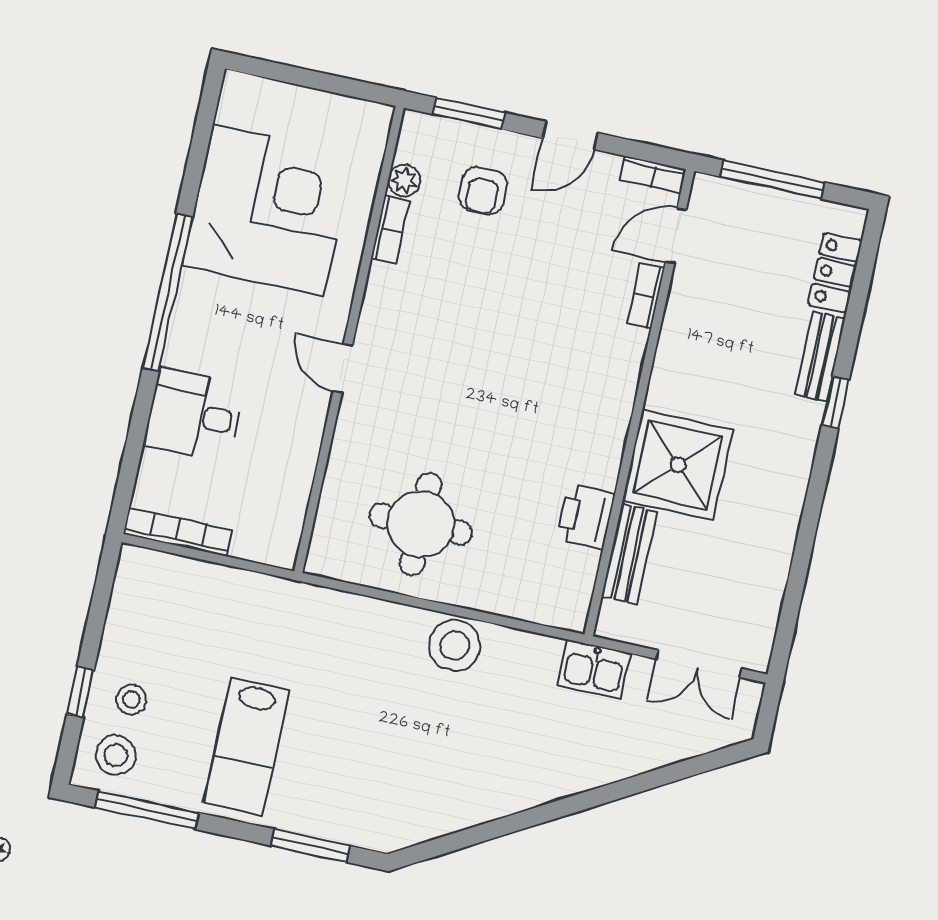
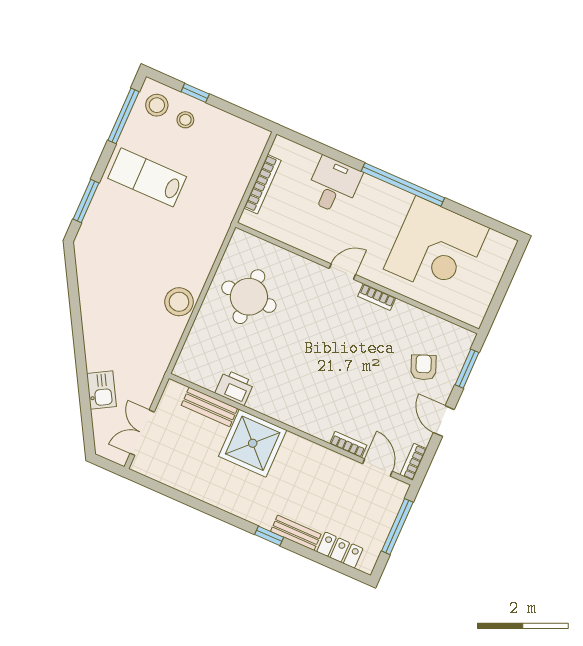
plant: (404, 180) -> (438, 326), removed
armchair: (483, 191) -> (424, 367), turned 68
bookcase: (390, 230) -> (377, 297), moved
bookcase: (178, 532) -> (262, 184), moved
kitchen sink: (594, 669) -> (101, 390), moved, turned 150

